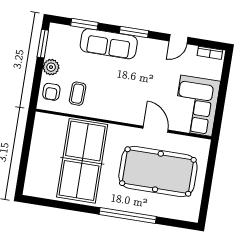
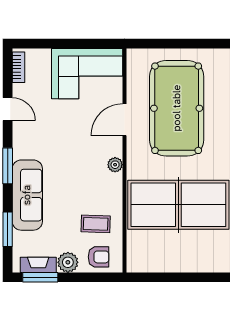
fireplace: (53, 44) -> (38, 265), added
plant: (121, 116) -> (115, 165), added

